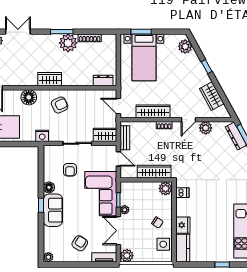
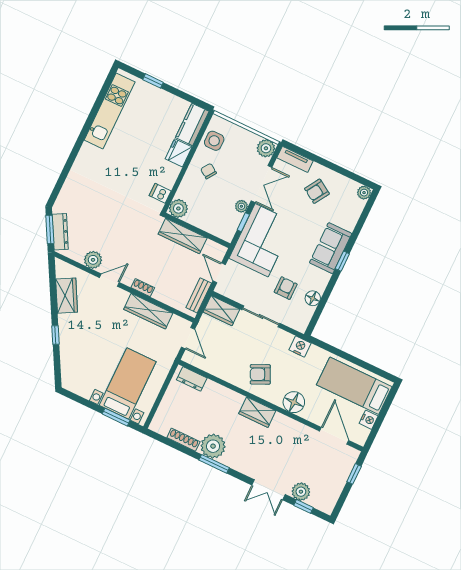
plant: (185, 47) -> (70, 373), removed
floor lamp: (49, 187) -> (313, 298), moved

